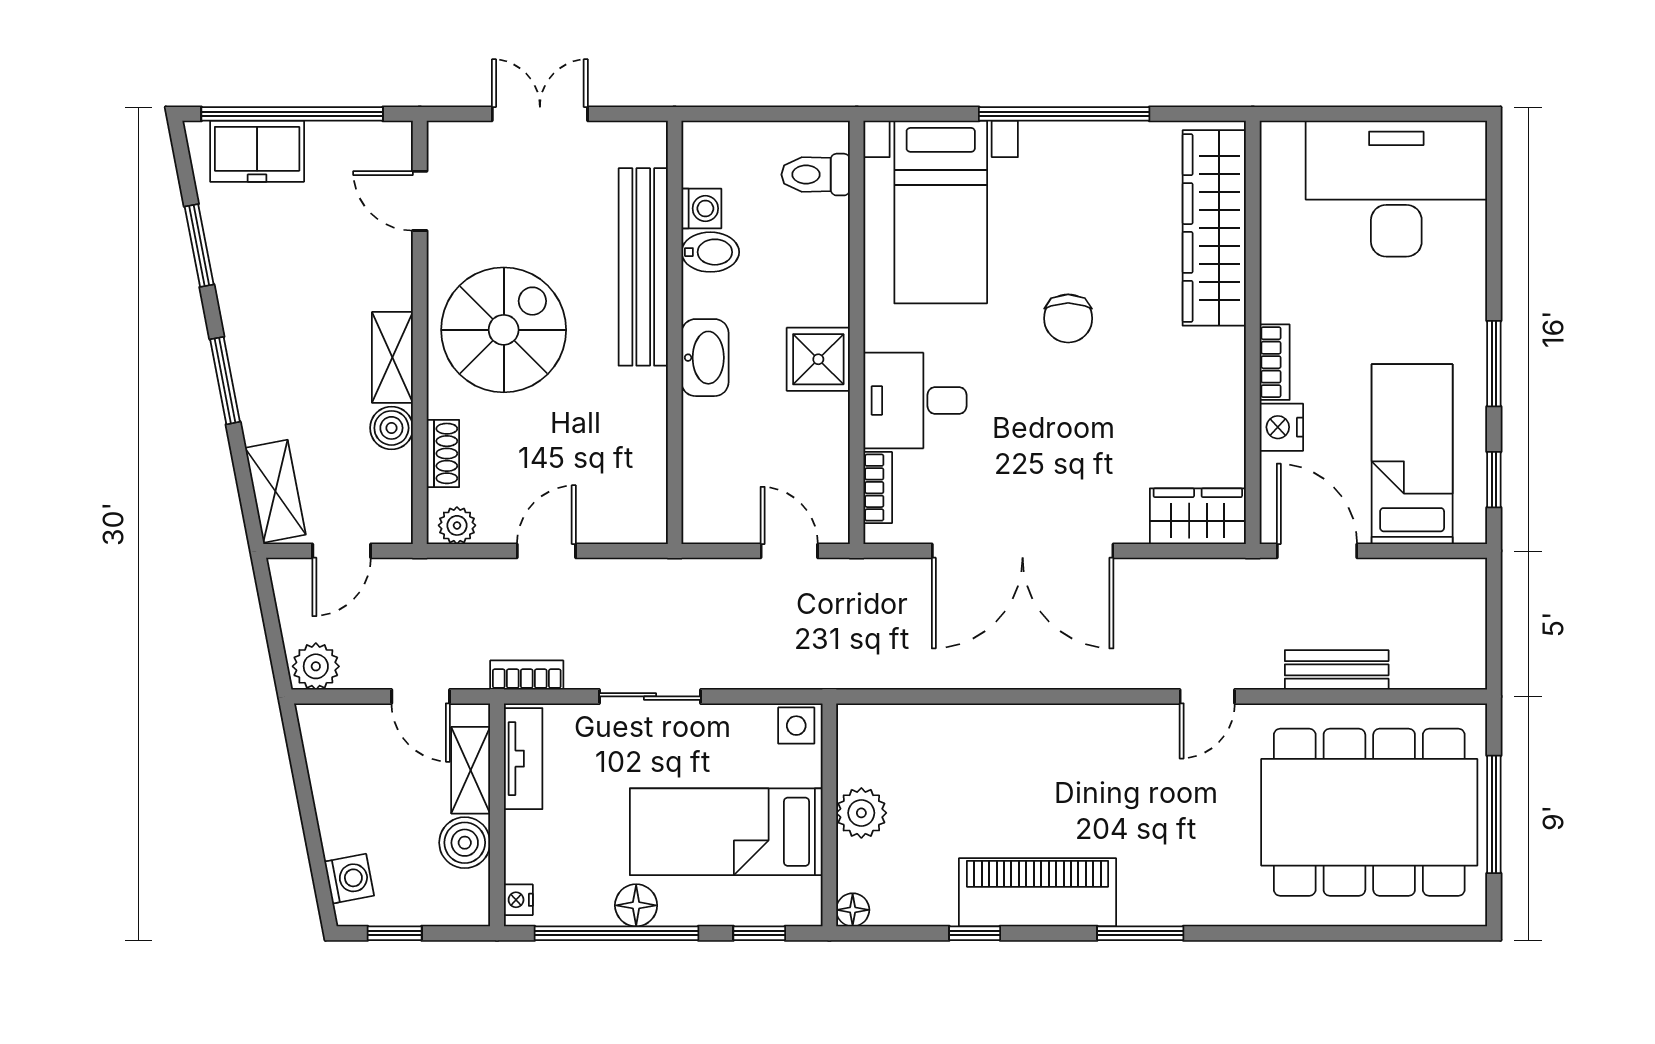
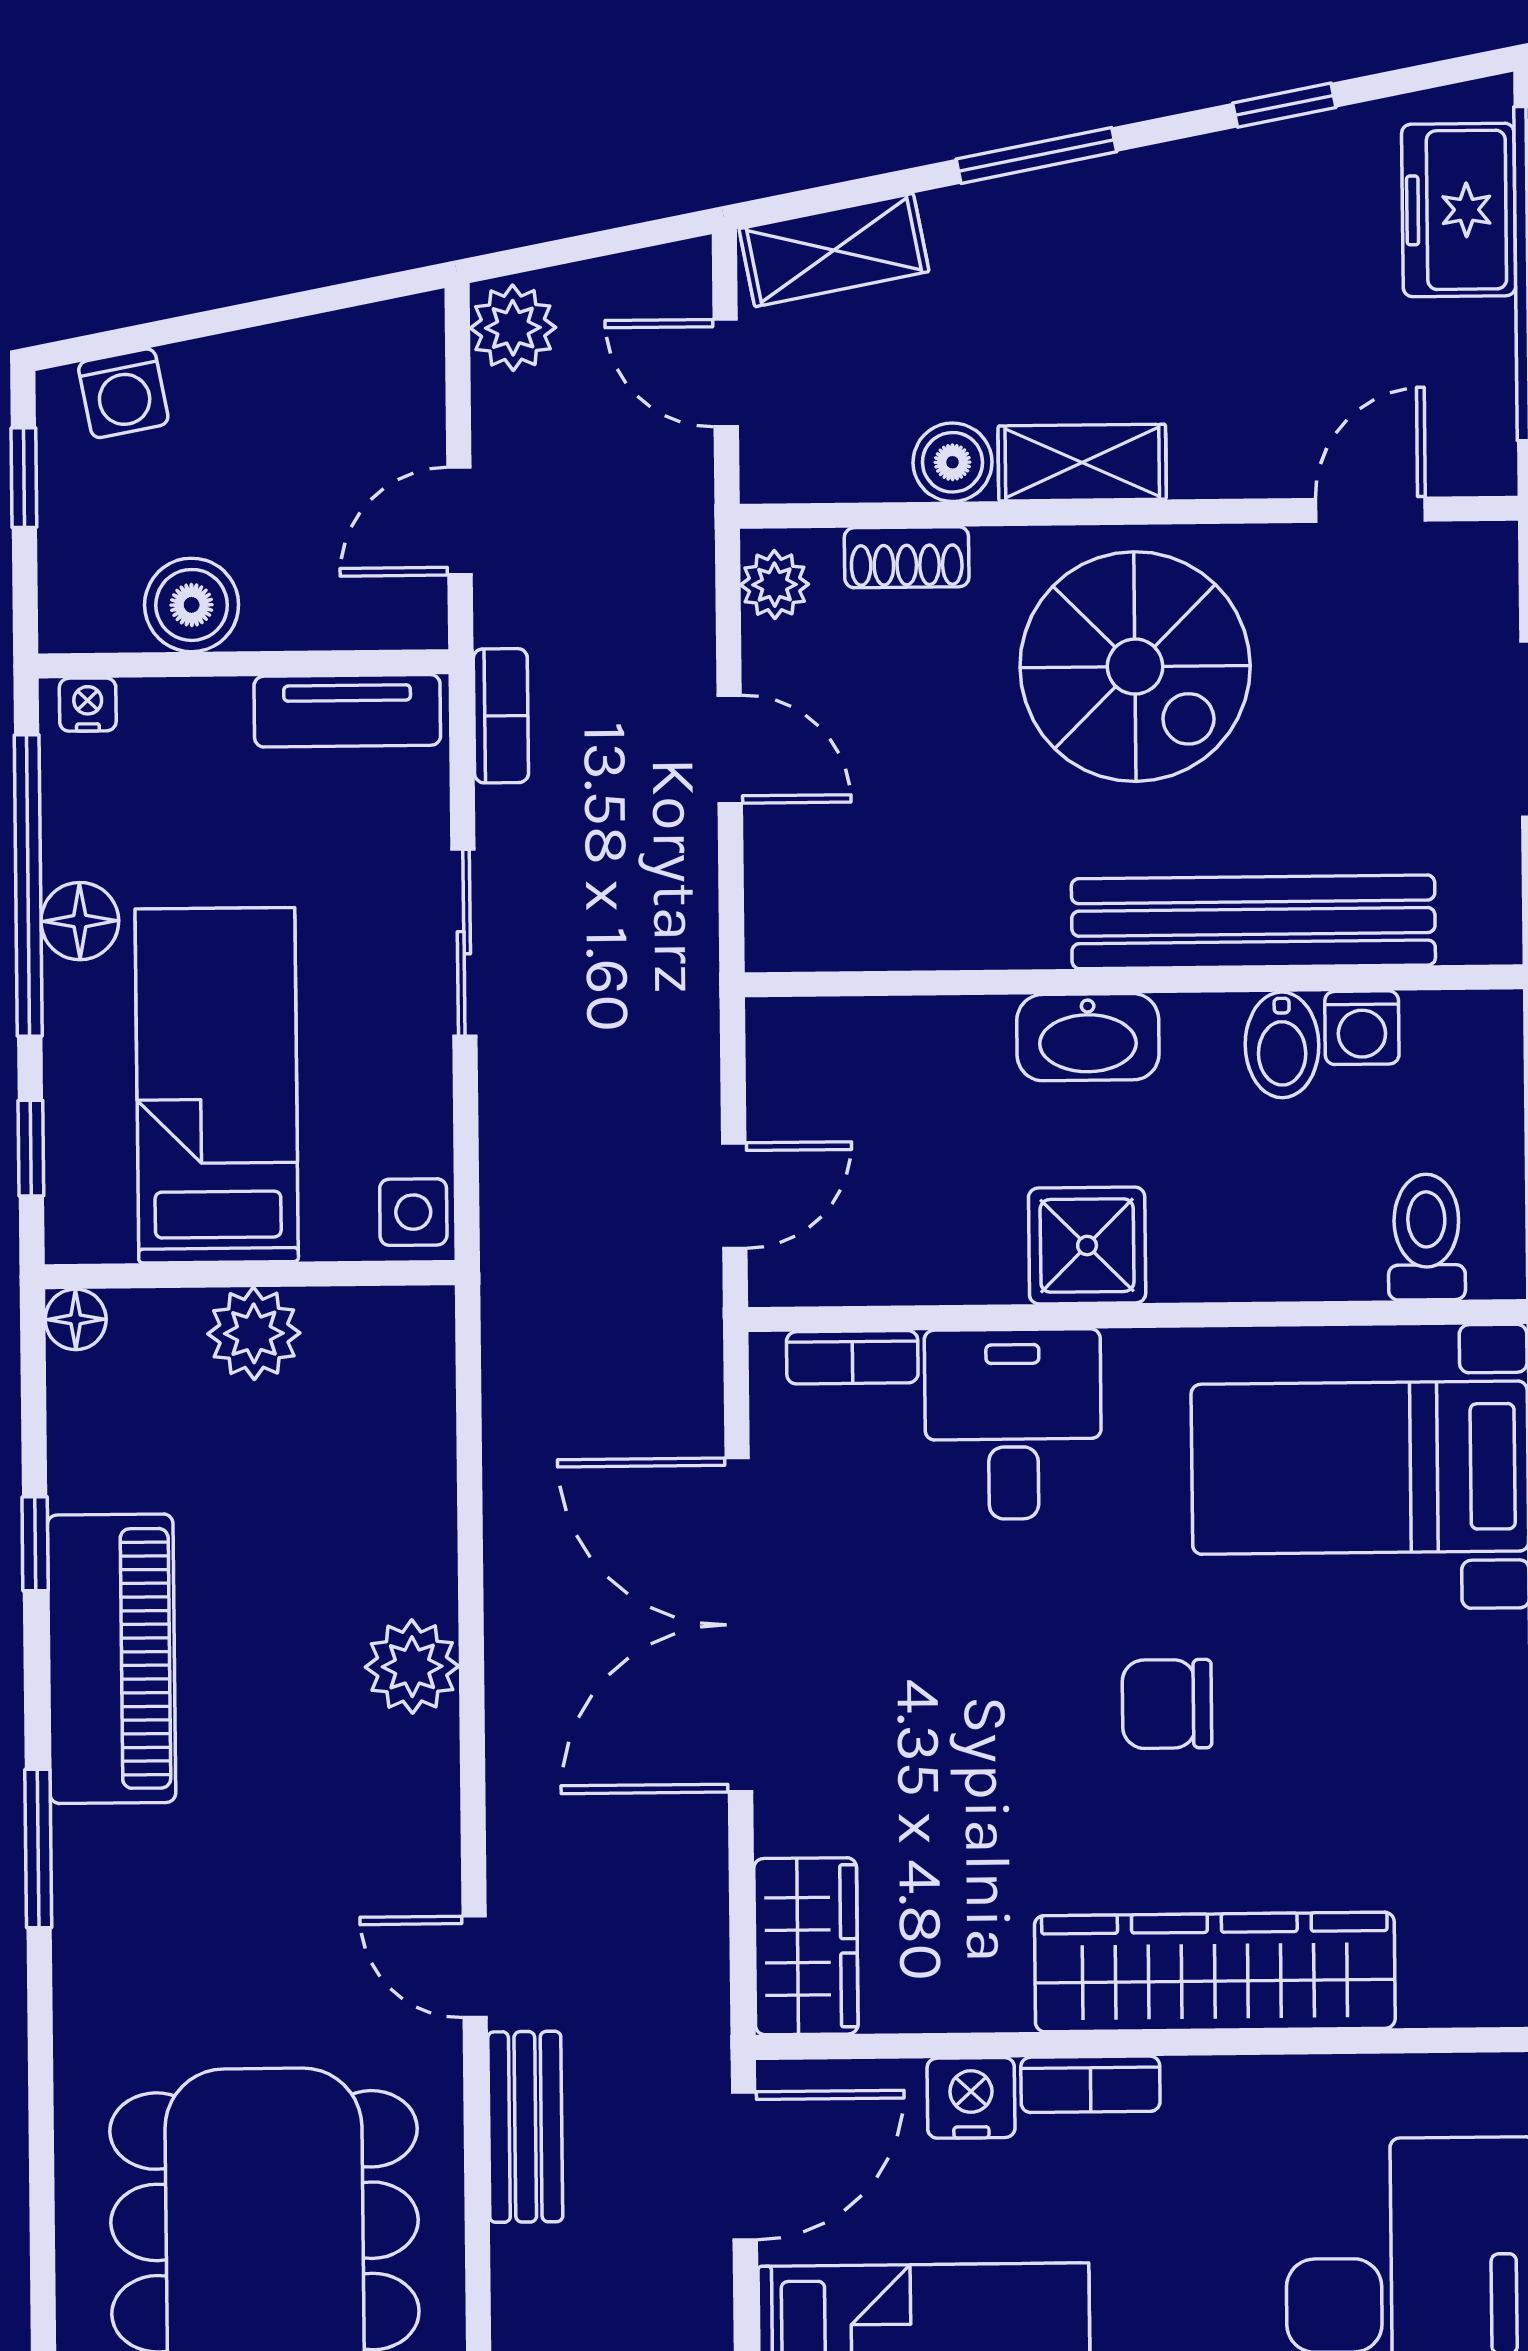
wardrobe: (1214, 228) -> (1215, 1972), moved
window: (199, 245) -> (1284, 105), width x0.67
bench: (1337, 670) -> (525, 2127), moved
plant: (1043, 729) -> (412, 1667), added
shelving: (471, 770) -> (325, 615), removed

